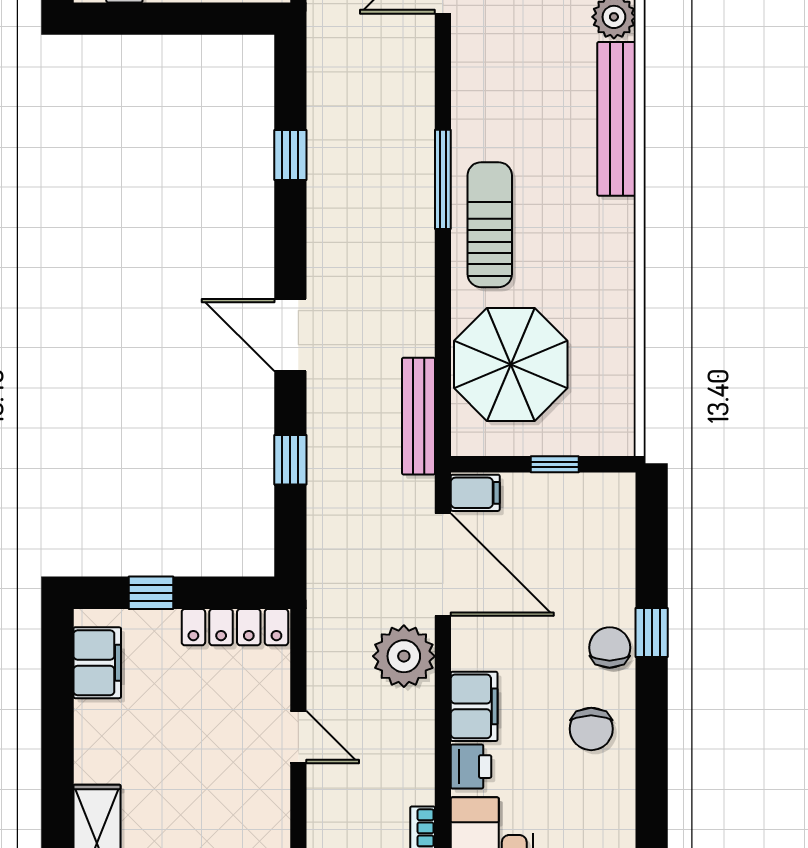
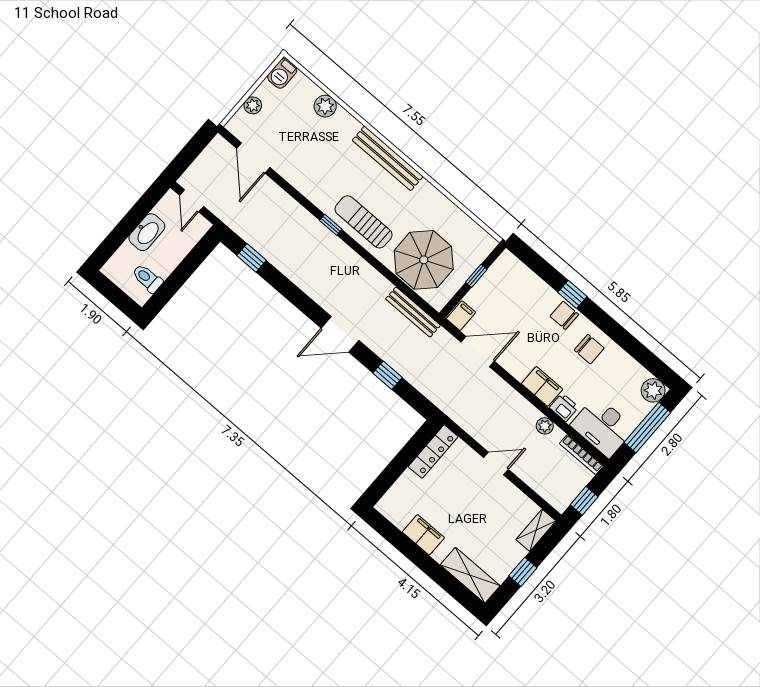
bench: (616, 119) -> (388, 158), moved
window: (290, 155) -> (251, 258), moved
window: (443, 179) -> (331, 225), width x0.46
door: (443, 565) -> (478, 352), width x0.73
window: (151, 593) -> (392, 472), removed
plant: (404, 656) -> (545, 426), moved, width x0.53, depth x0.53
filing cabinet: (97, 663) -> (423, 535), moved

